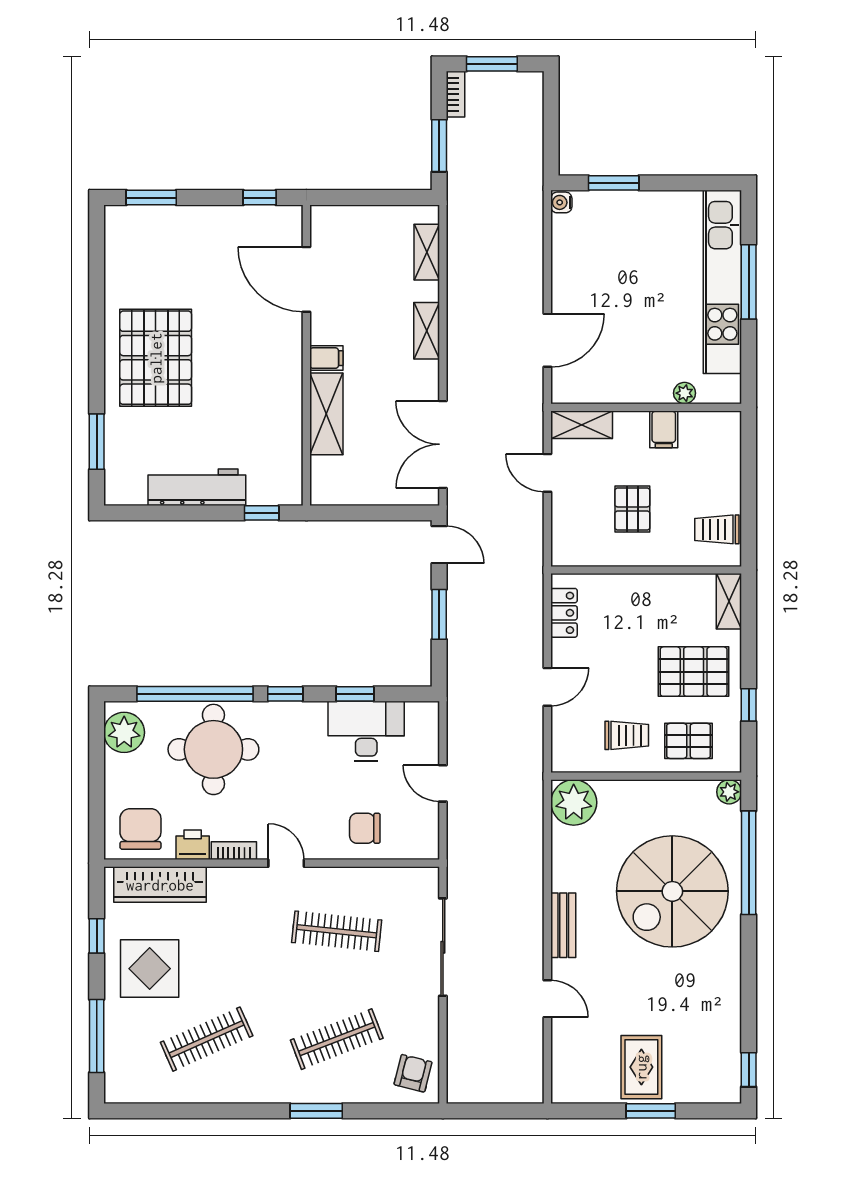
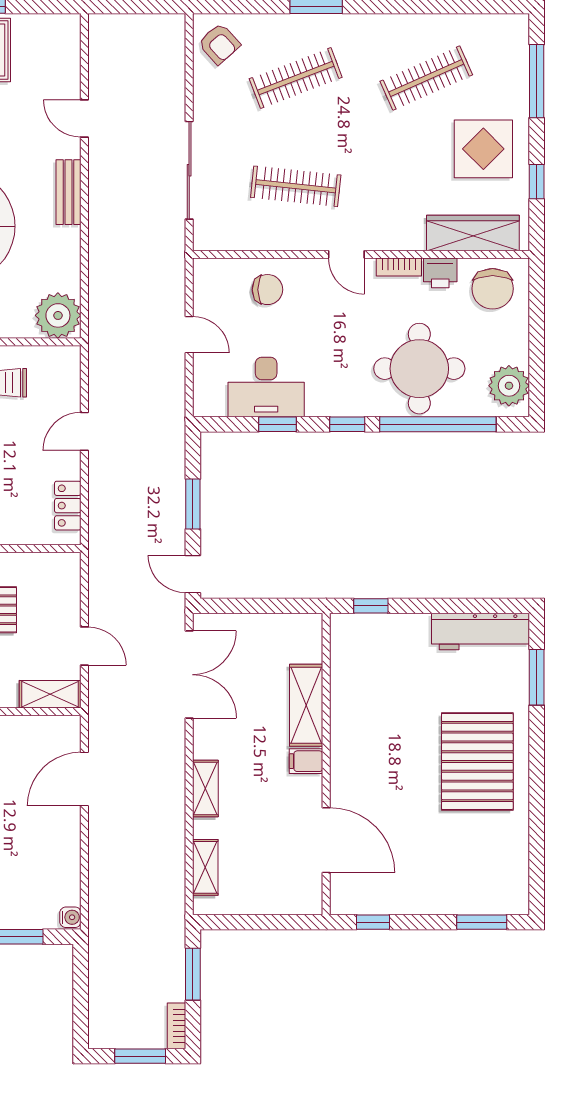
workbench: (197, 487) -> (480, 632), moved
armchair: (413, 1073) -> (219, 44), turned -56

